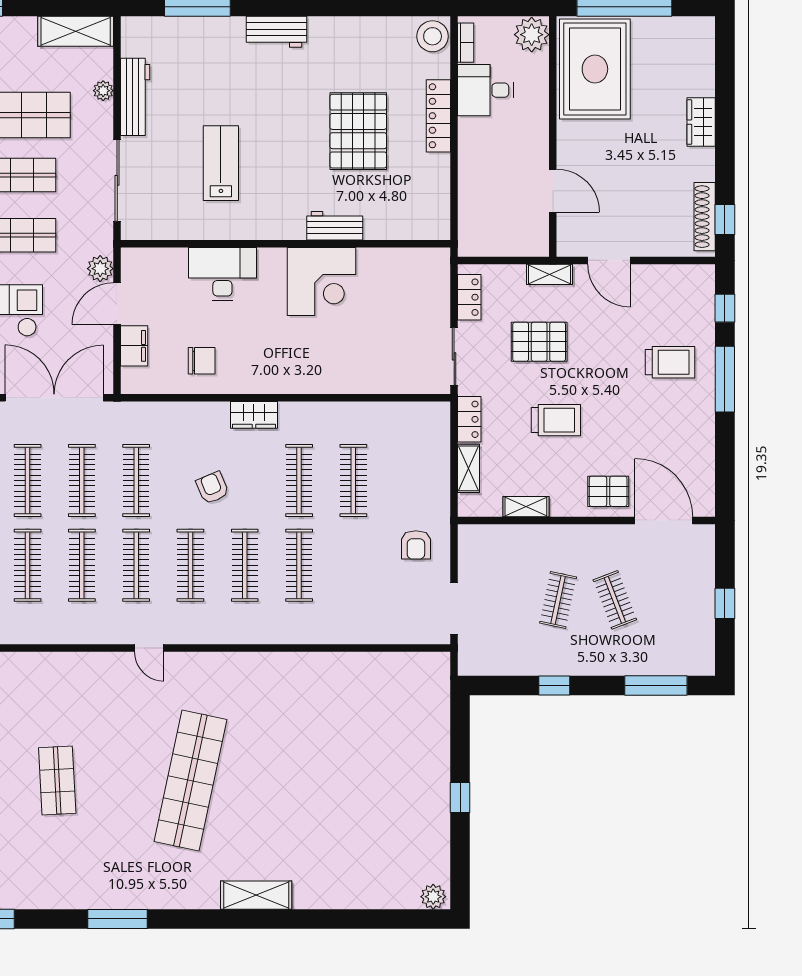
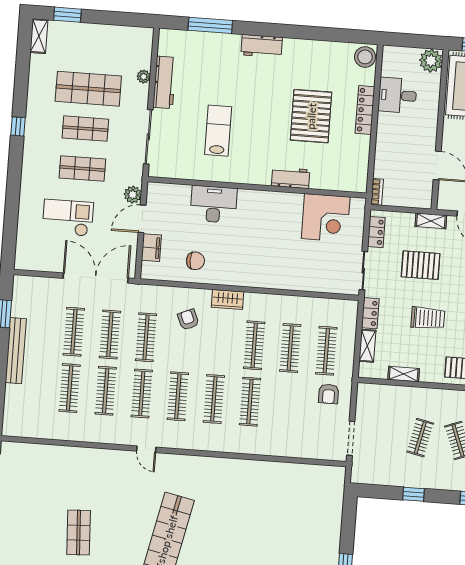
shelving: (76, 31) -> (128, 36), removed
bookcase: (466, 43) -> (377, 192), moved
corner desk: (321, 281) -> (326, 218), moved
clothes rail: (408, 481) -> (326, 351), added
armchair: (212, 488) -> (188, 320), moved

